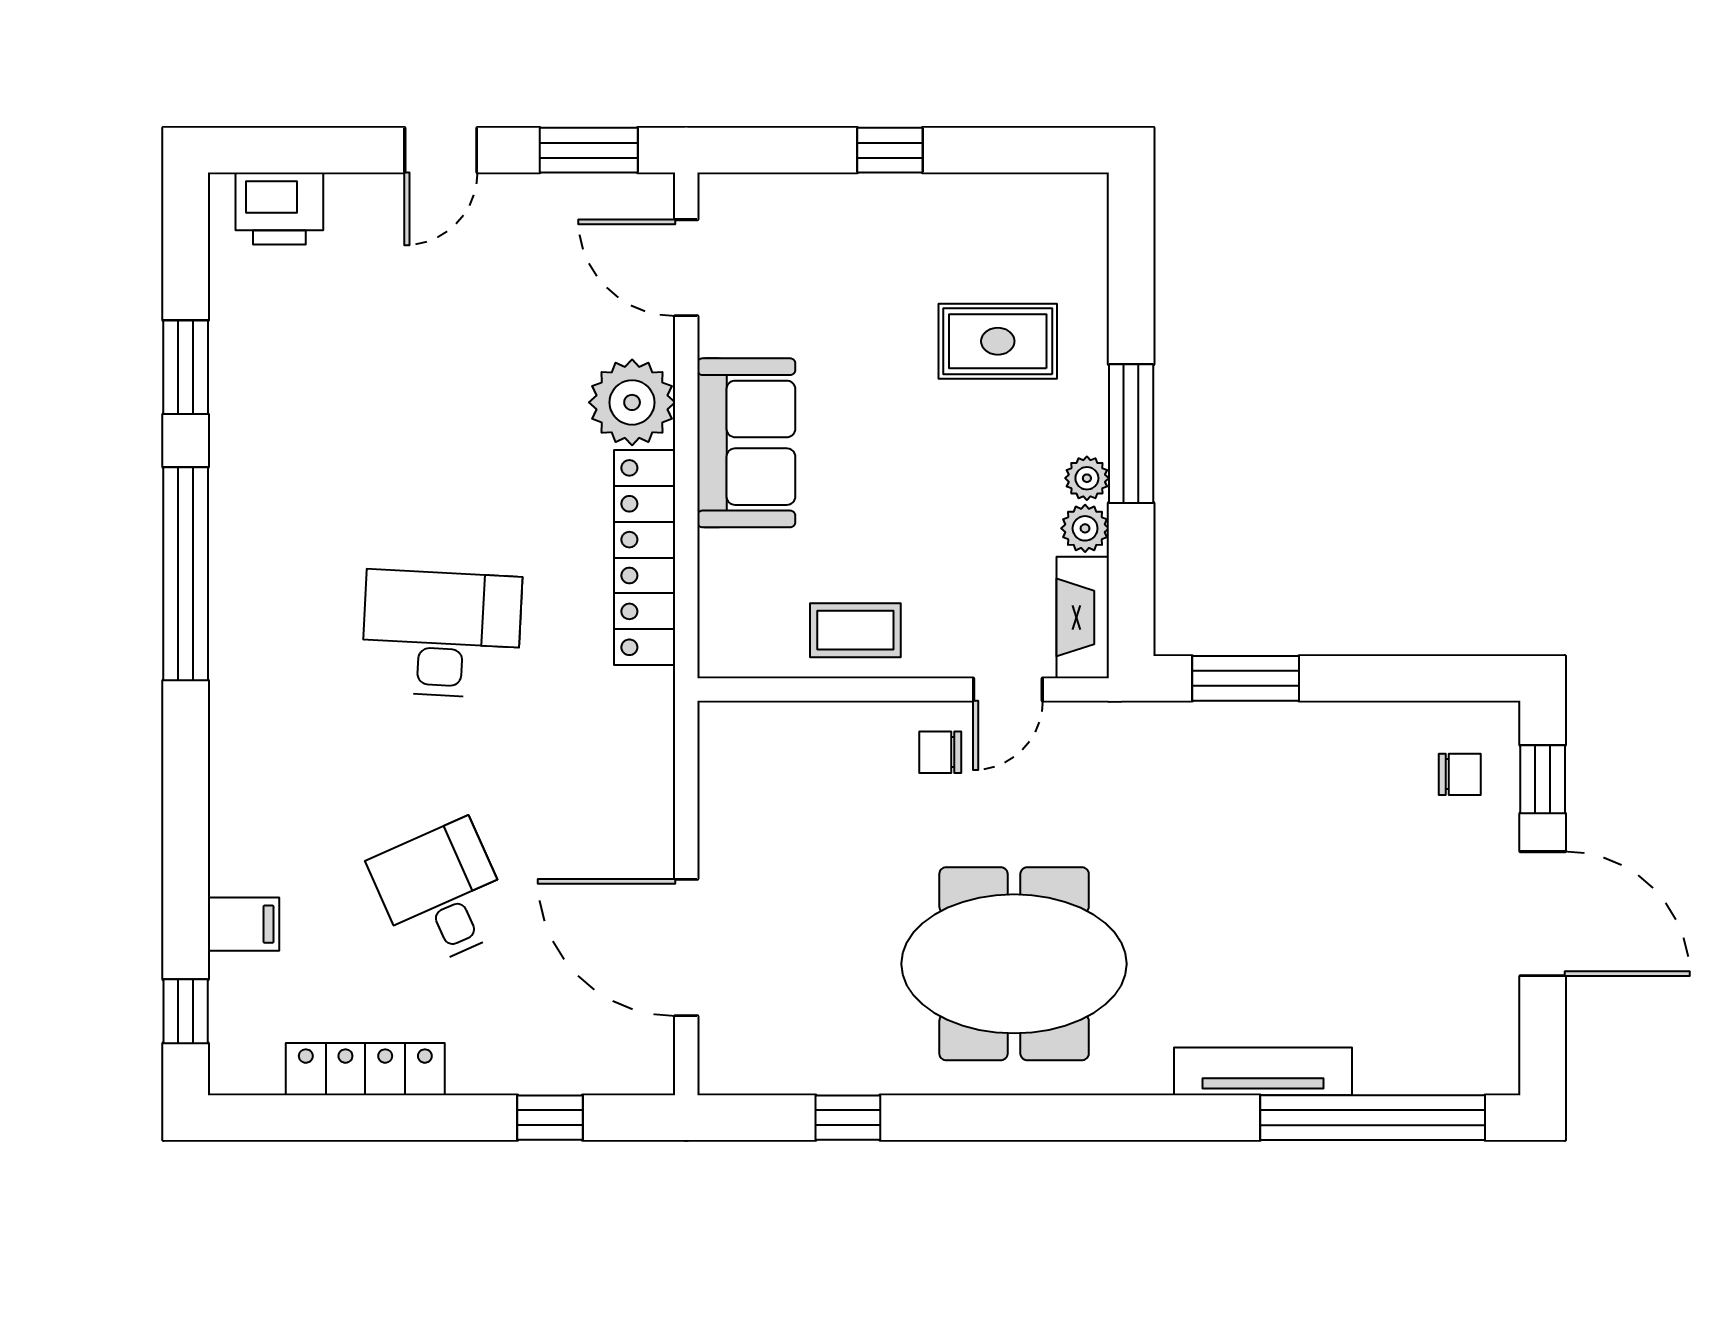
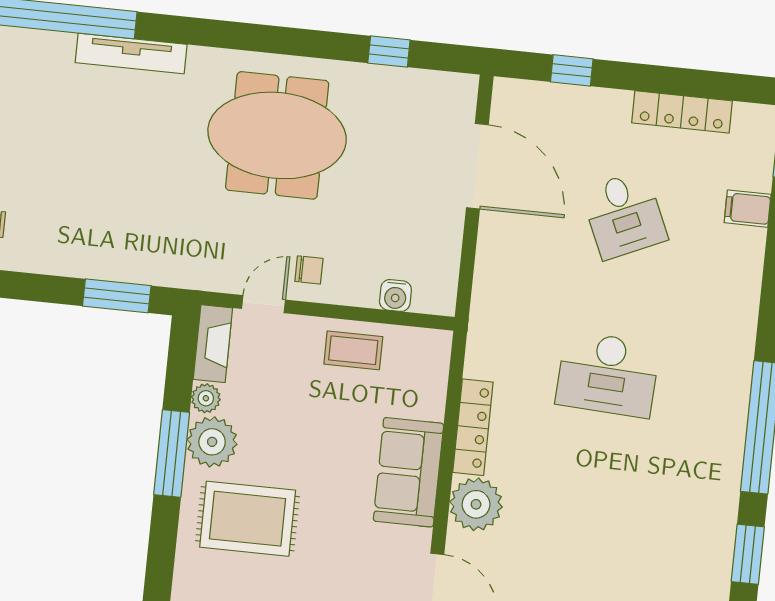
rug: (998, 341) -> (248, 519), width x1.36, depth x1.43
plant: (1087, 478) -> (212, 442), width x1.88, depth x1.88
locker: (645, 558) -> (473, 427), width x0.71, depth x0.83
water cooler: (797, 726) -> (395, 295), added

